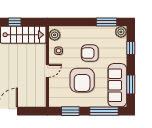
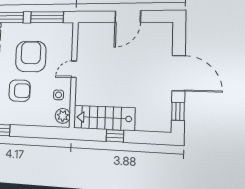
window: (70, 111) -> (47, 17), width x1.44

